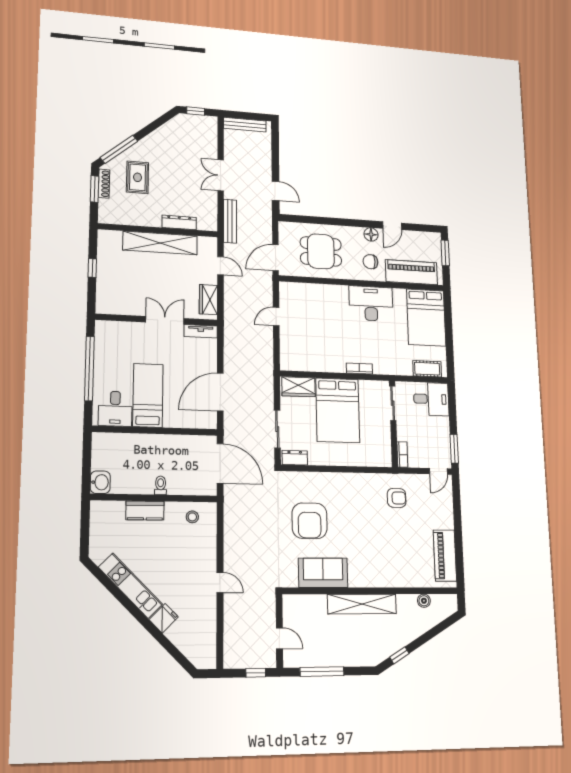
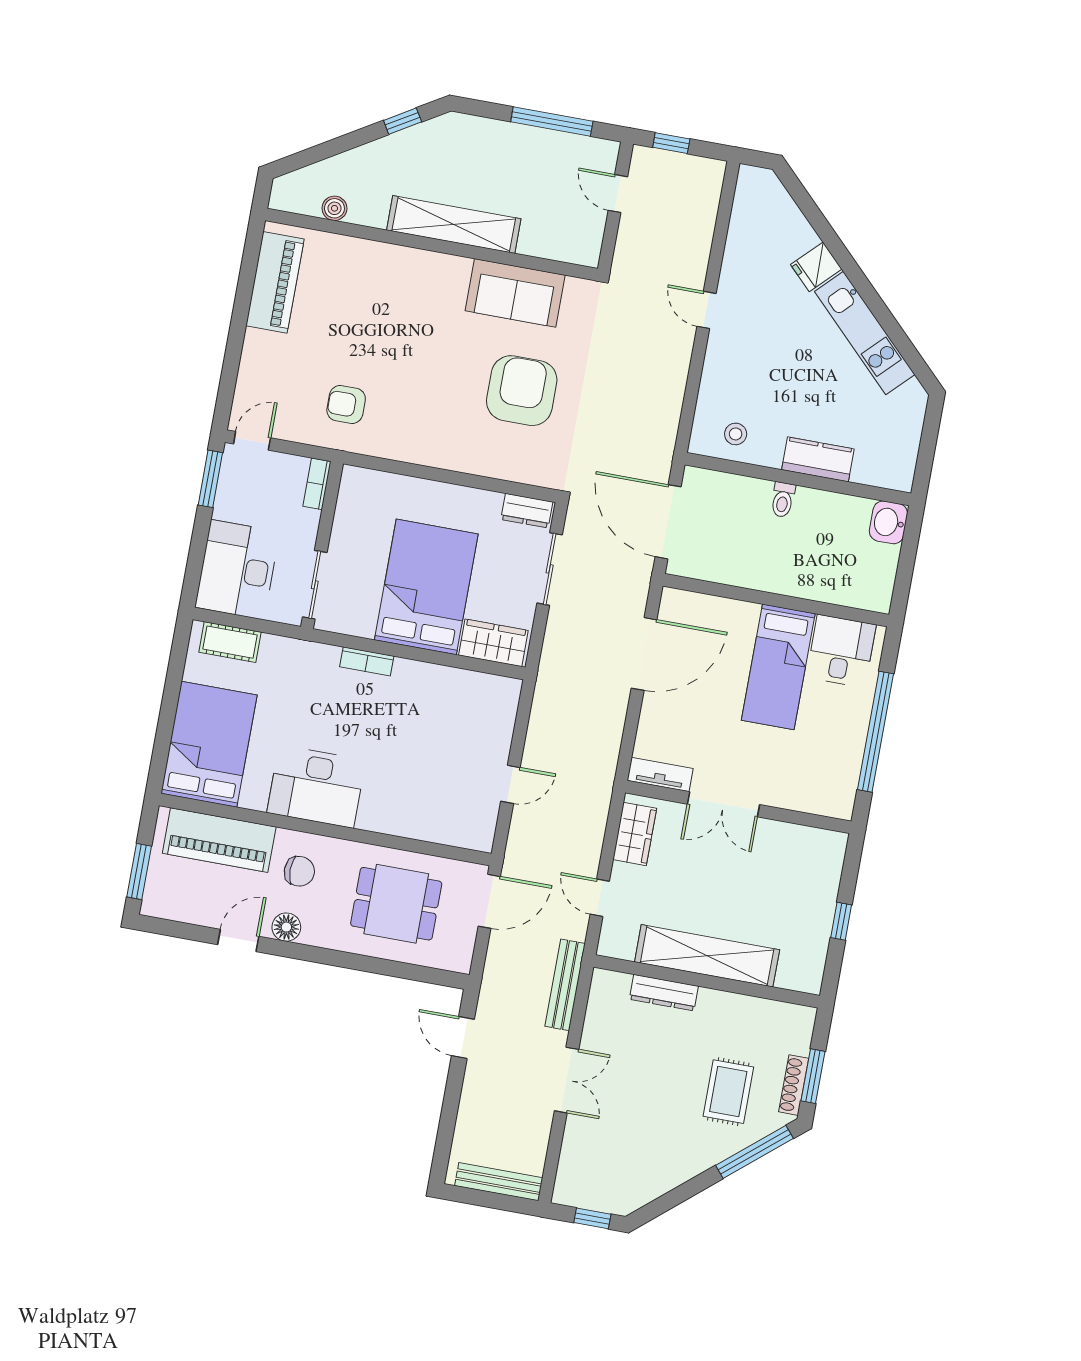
desk: (431, 399) -> (237, 570), width x1.37

